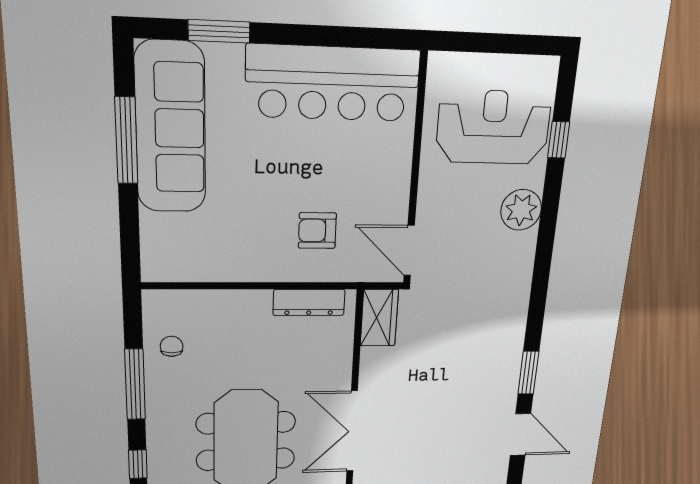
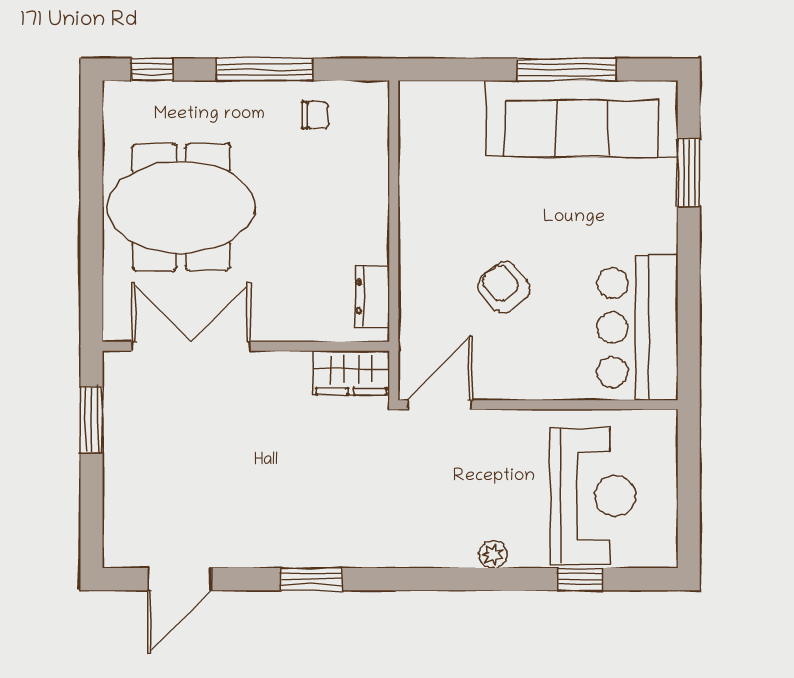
bar counter: (333, 83) -> (637, 328), width x0.73
plant: (521, 210) -> (493, 554), width x0.53, depth x0.53
armchair: (317, 231) -> (504, 287), moved, turned -40
dresser: (309, 302) -> (372, 296), width x0.70
window: (528, 373) -> (311, 579), moved

